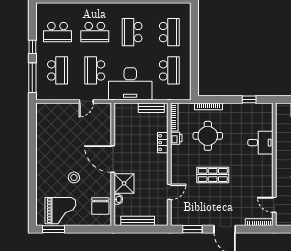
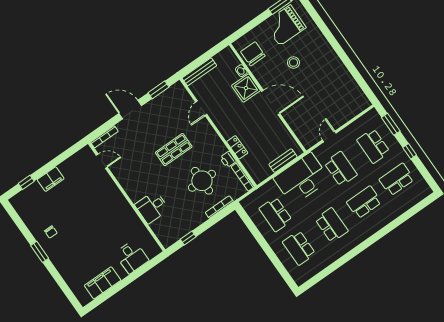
window: (32, 78) -> (391, 124), width x0.69
bench: (151, 108) -> (283, 161), moved
bench: (138, 221) -> (199, 72), moved

